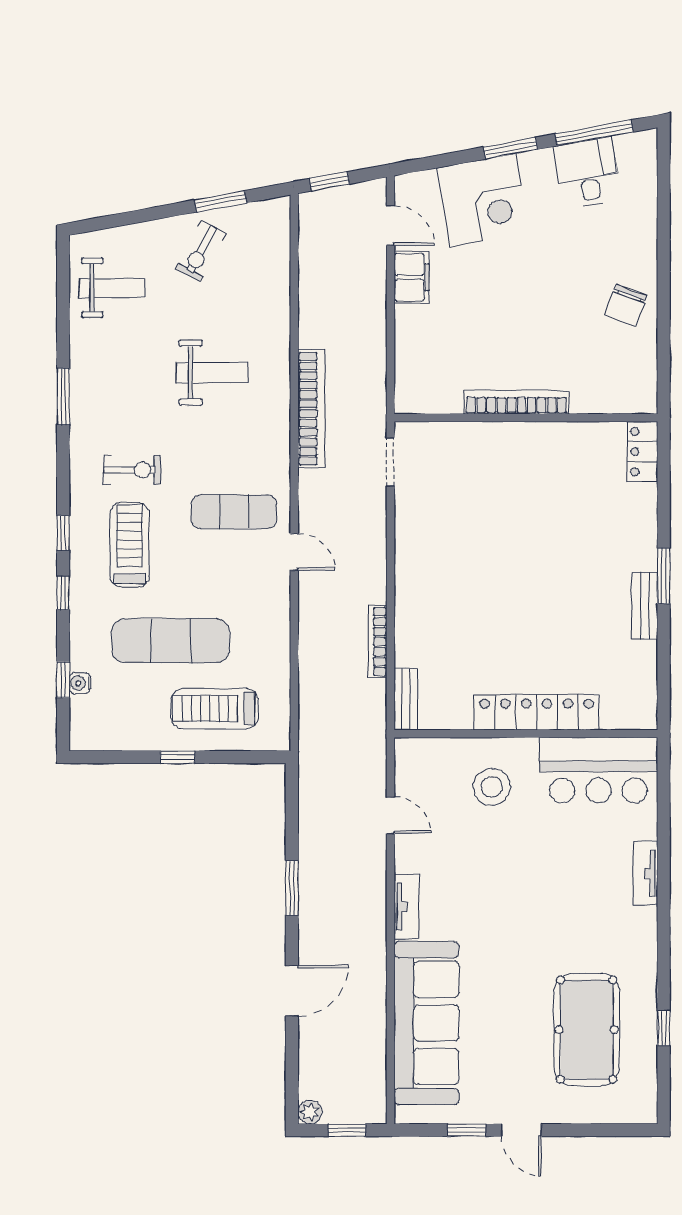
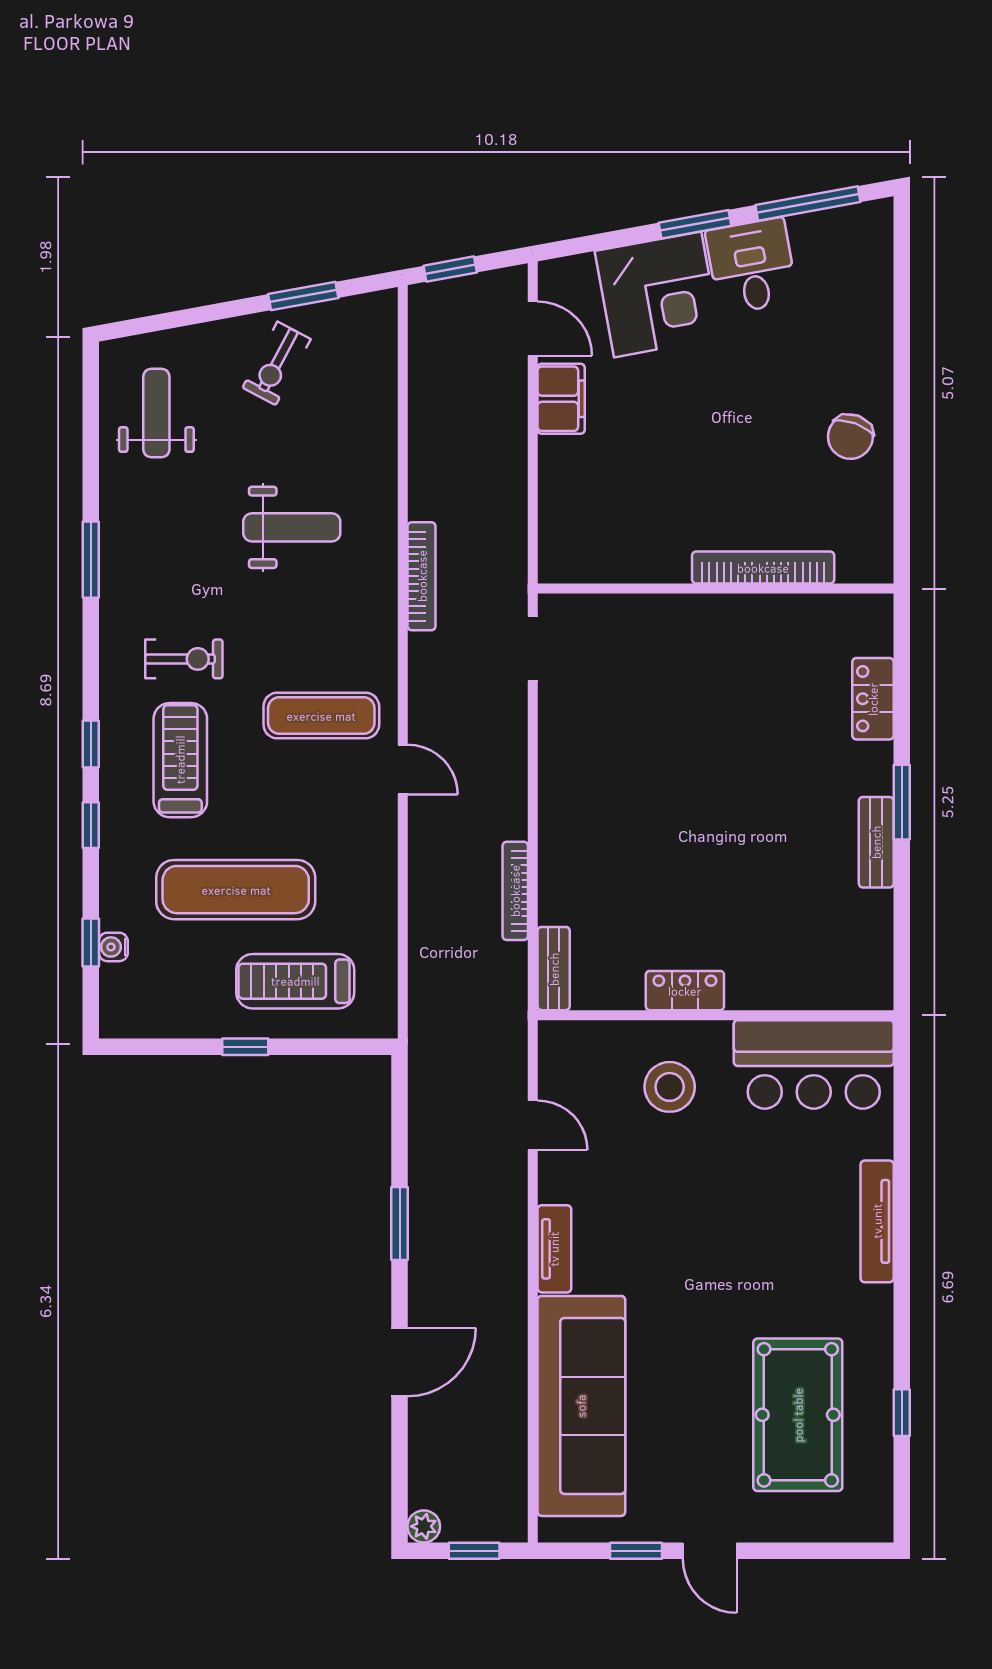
desk: (588, 173) -> (752, 266), moved
weight bench: (112, 288) -> (156, 413), turned -90
bookcase: (516, 402) -> (763, 568), moved
bookcase: (311, 409) -> (422, 576), width x0.68, depth x0.76
locker: (642, 452) -> (873, 699), moved
locker: (537, 712) -> (685, 991), width x0.46, depth x0.83
tv unit: (645, 873) -> (877, 1221), width x1.41

